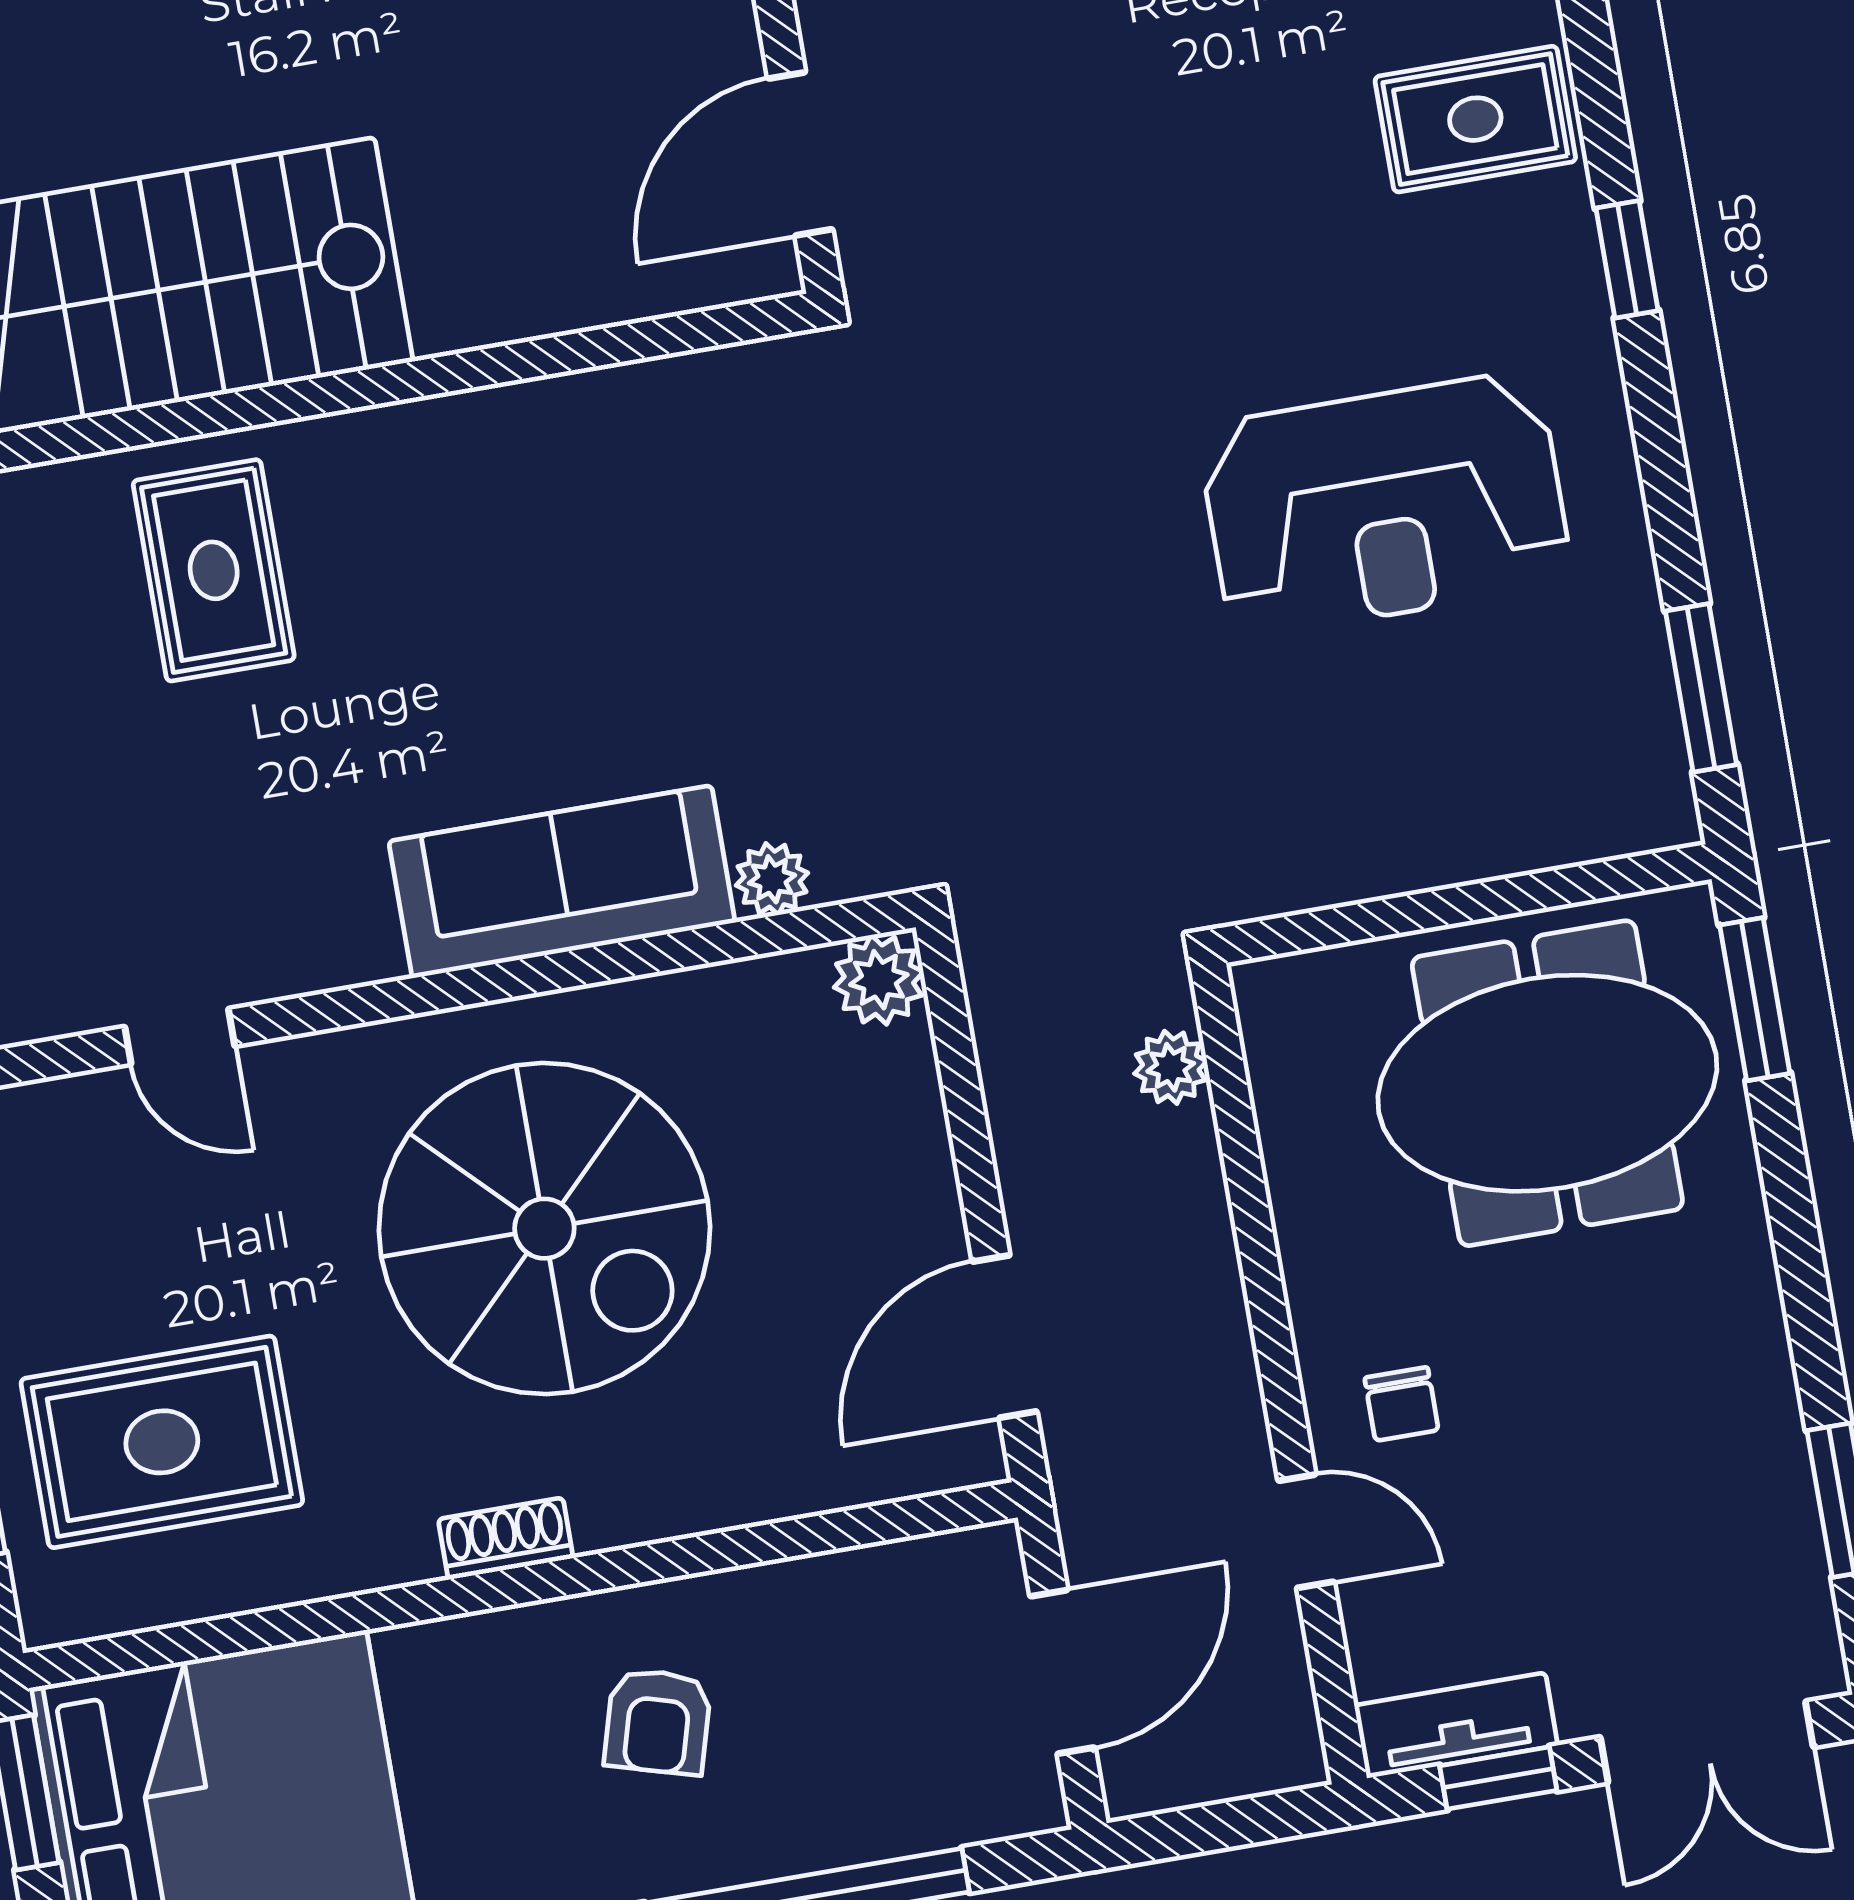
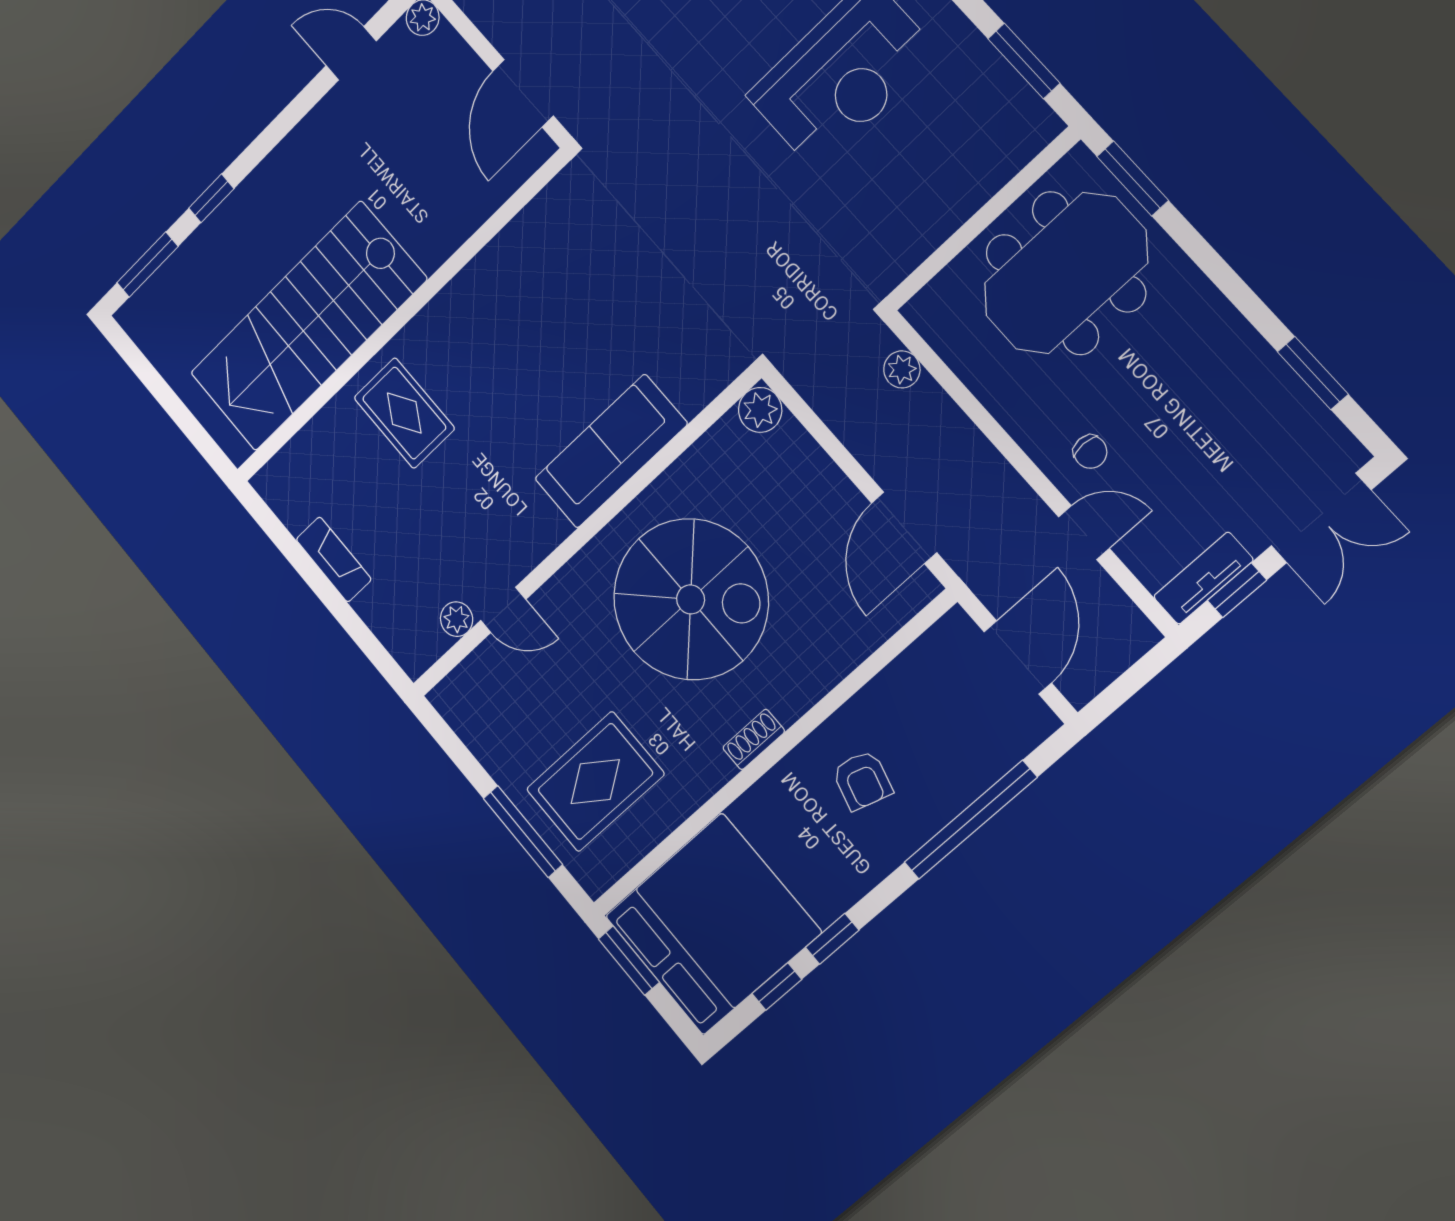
plant: (772, 879) -> (457, 619), moved

